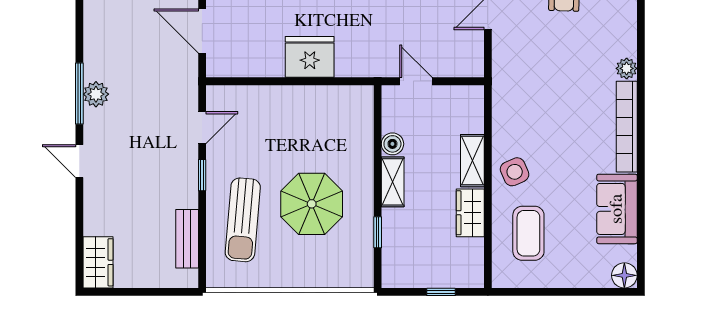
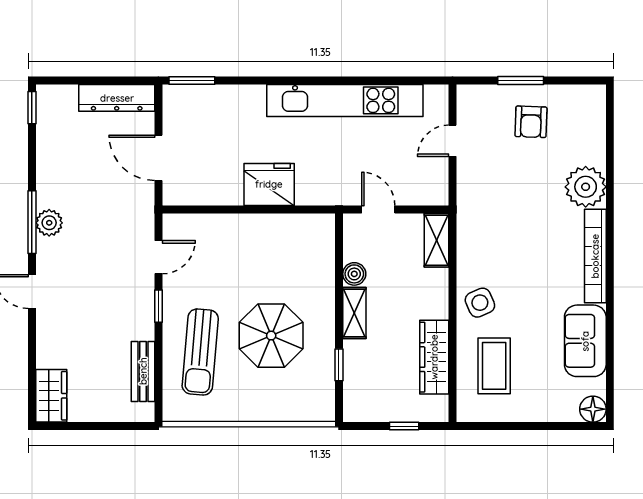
plant: (627, 68) -> (586, 187), width x1.87, depth x1.87
shelving: (472, 161) -> (436, 240), moved
wardrobe: (470, 213) -> (434, 357), width x1.50

